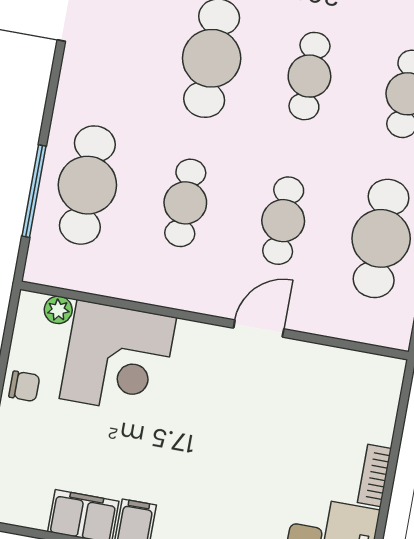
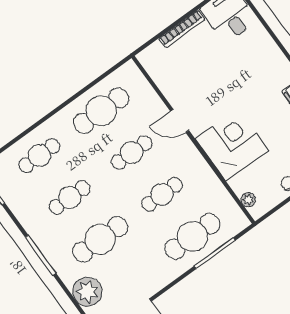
corner desk: (118, 358) -> (232, 144), moved
bookcase: (374, 476) -> (182, 29), width x1.56

